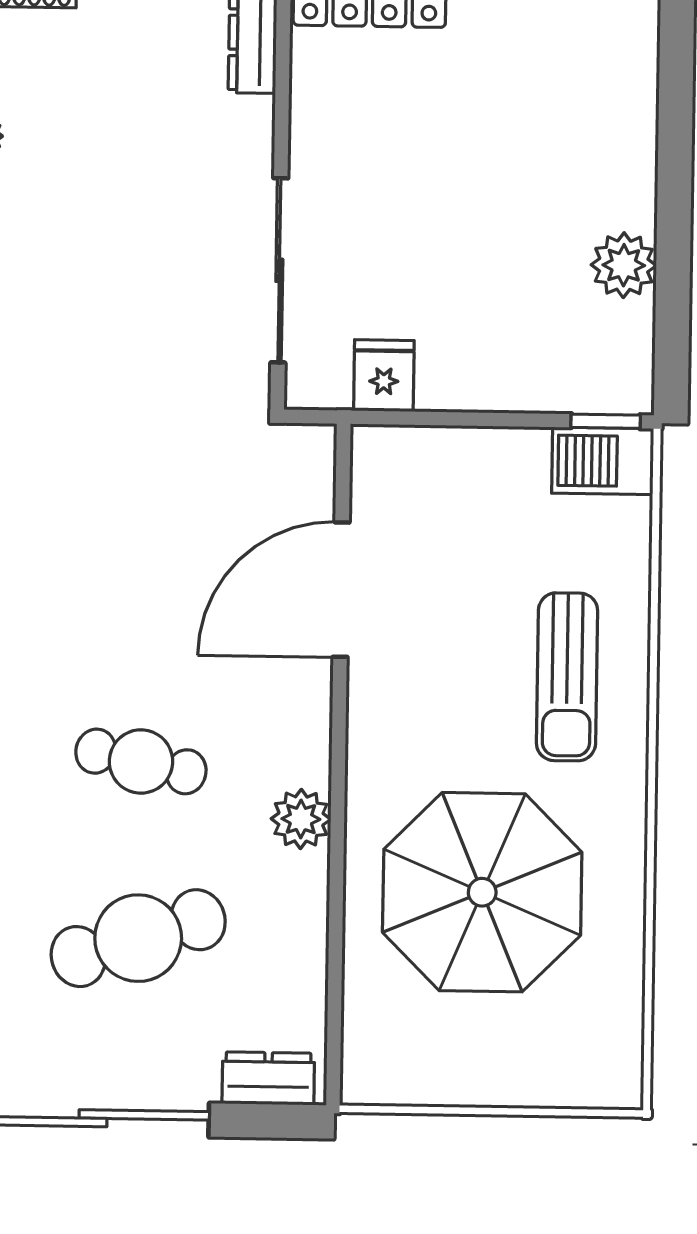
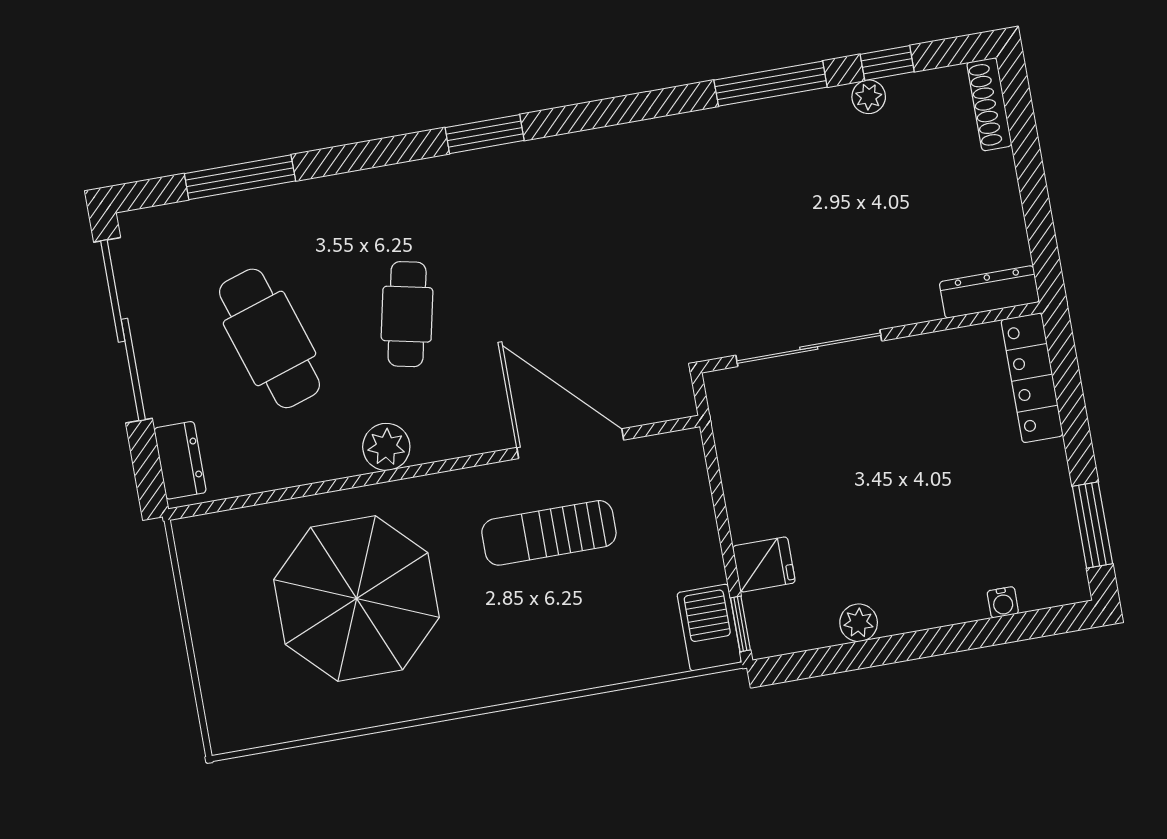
water cooler: (642, 90) -> (1003, 602), added
plant: (624, 265) -> (859, 623), width x0.73, depth x0.73
fridge: (384, 376) -> (764, 564), moved
sun lounger: (567, 677) -> (549, 533), moved

